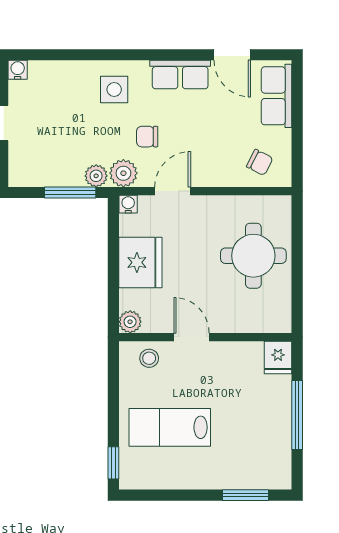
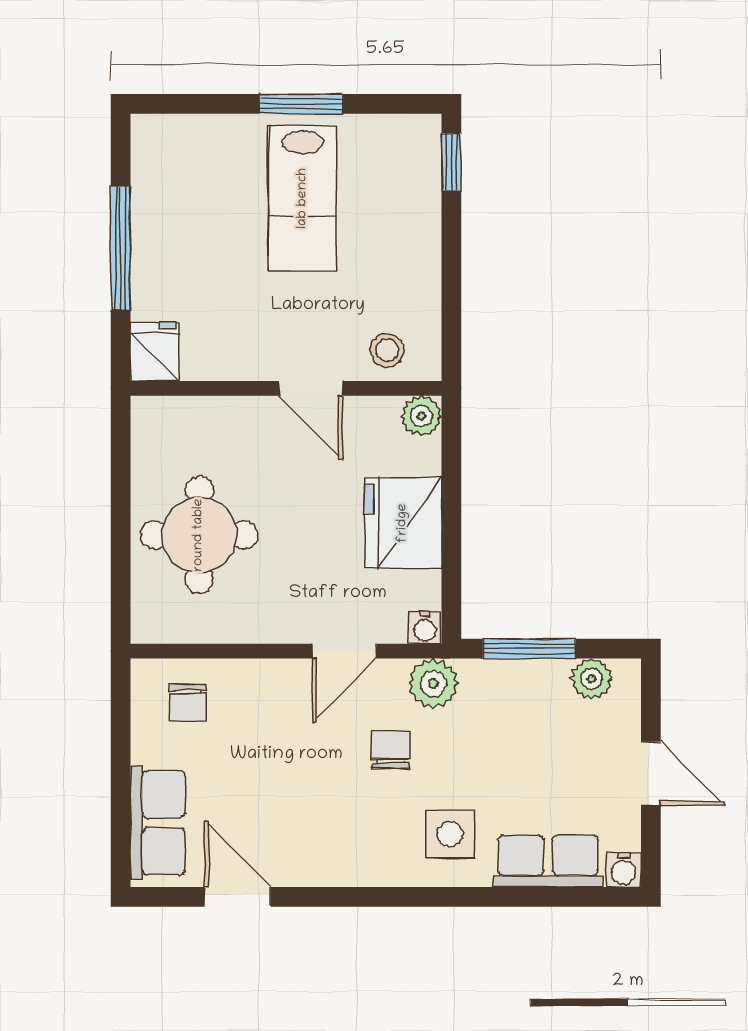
row of seats: (180, 75) -> (548, 861), moved
chair: (147, 137) -> (390, 749), turned -90
chair: (260, 162) -> (188, 703), turned -117
plant: (96, 176) -> (591, 679), moved
lab bench: (170, 427) -> (303, 198), moved, turned 90
window: (245, 495) -> (301, 104), moved

